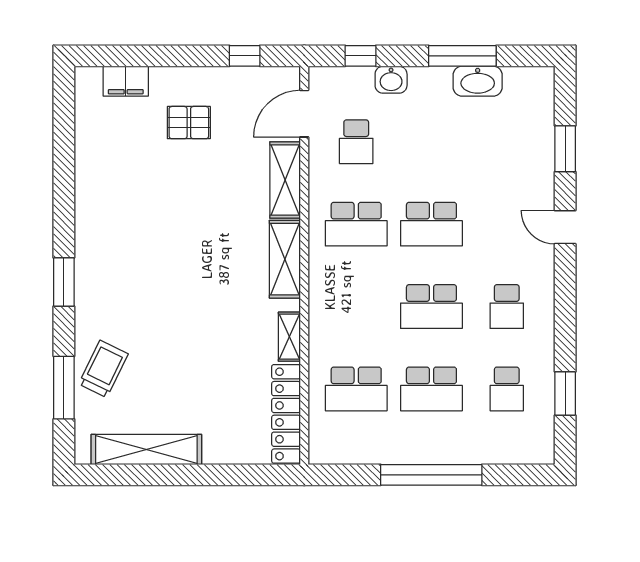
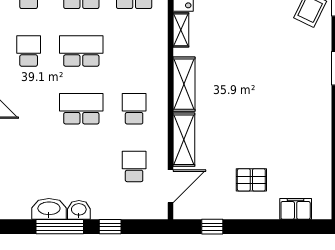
window: (361, 56) -> (110, 227), moved
washbasin: (391, 80) -> (79, 210), moved
school desk: (356, 224) -> (134, 109), width x0.54

